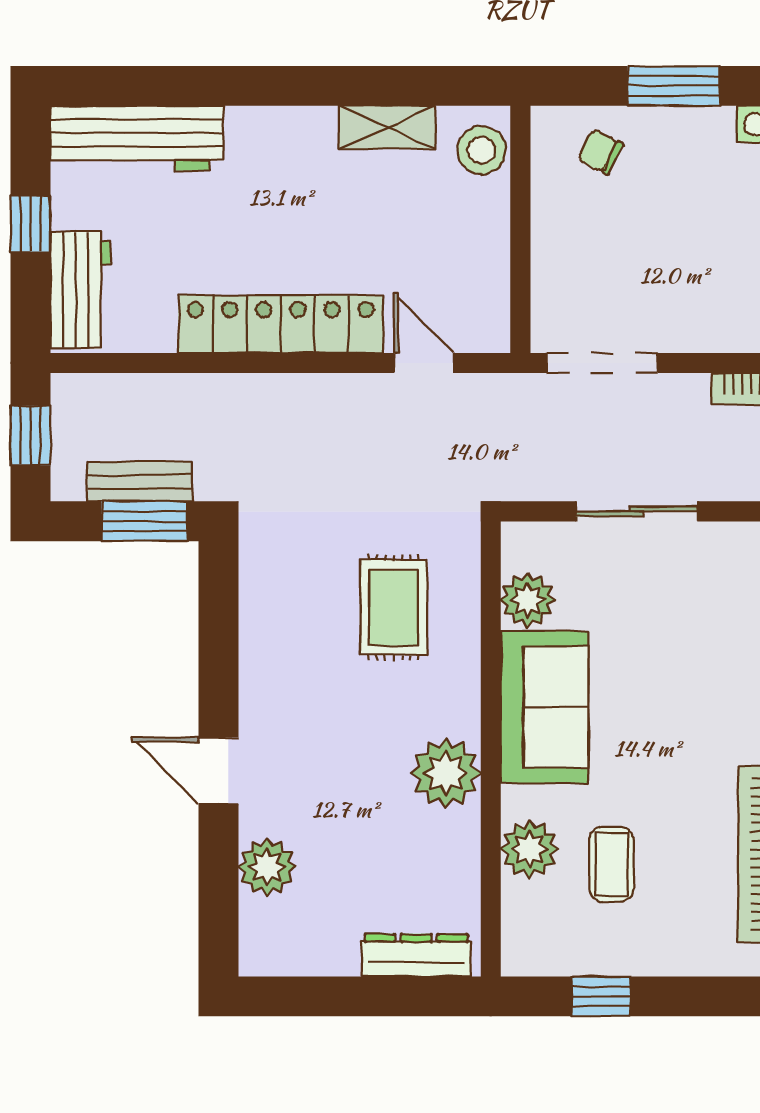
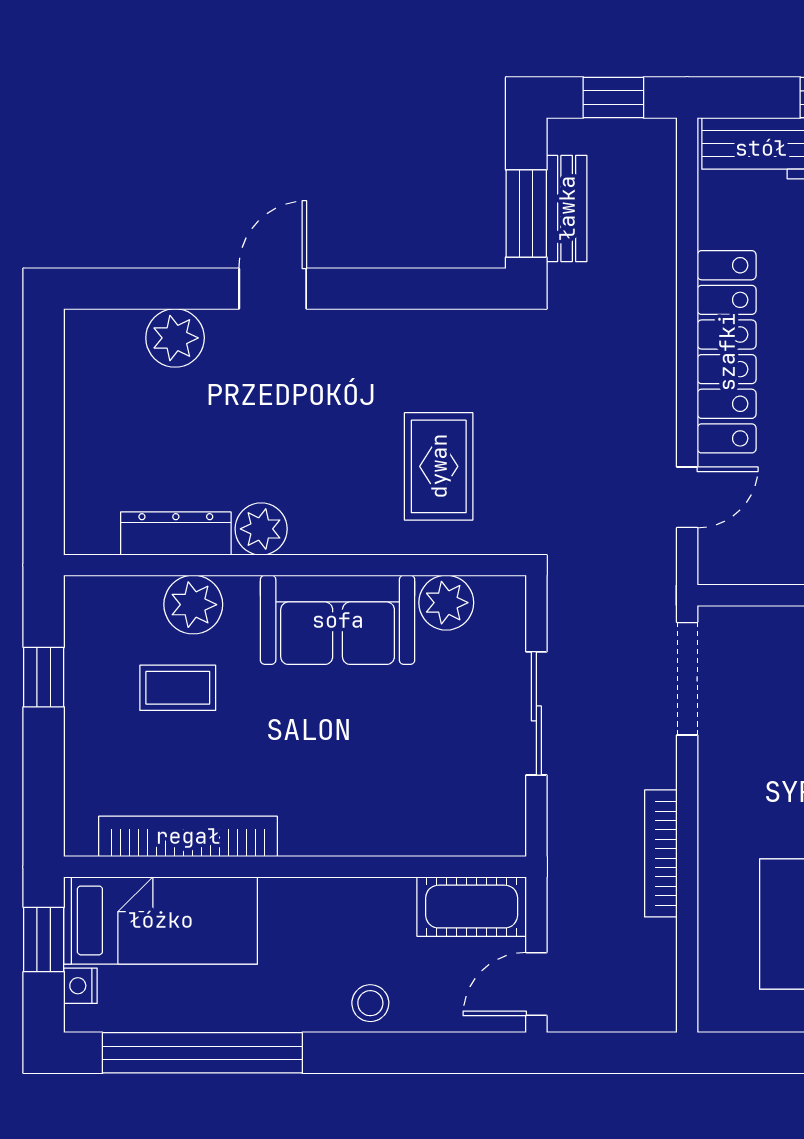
rug: (394, 608) -> (439, 466), turned 90
plant: (446, 773) -> (261, 529), width x0.73, depth x0.73
dresser: (416, 955) -> (176, 533), moved, turned -90

